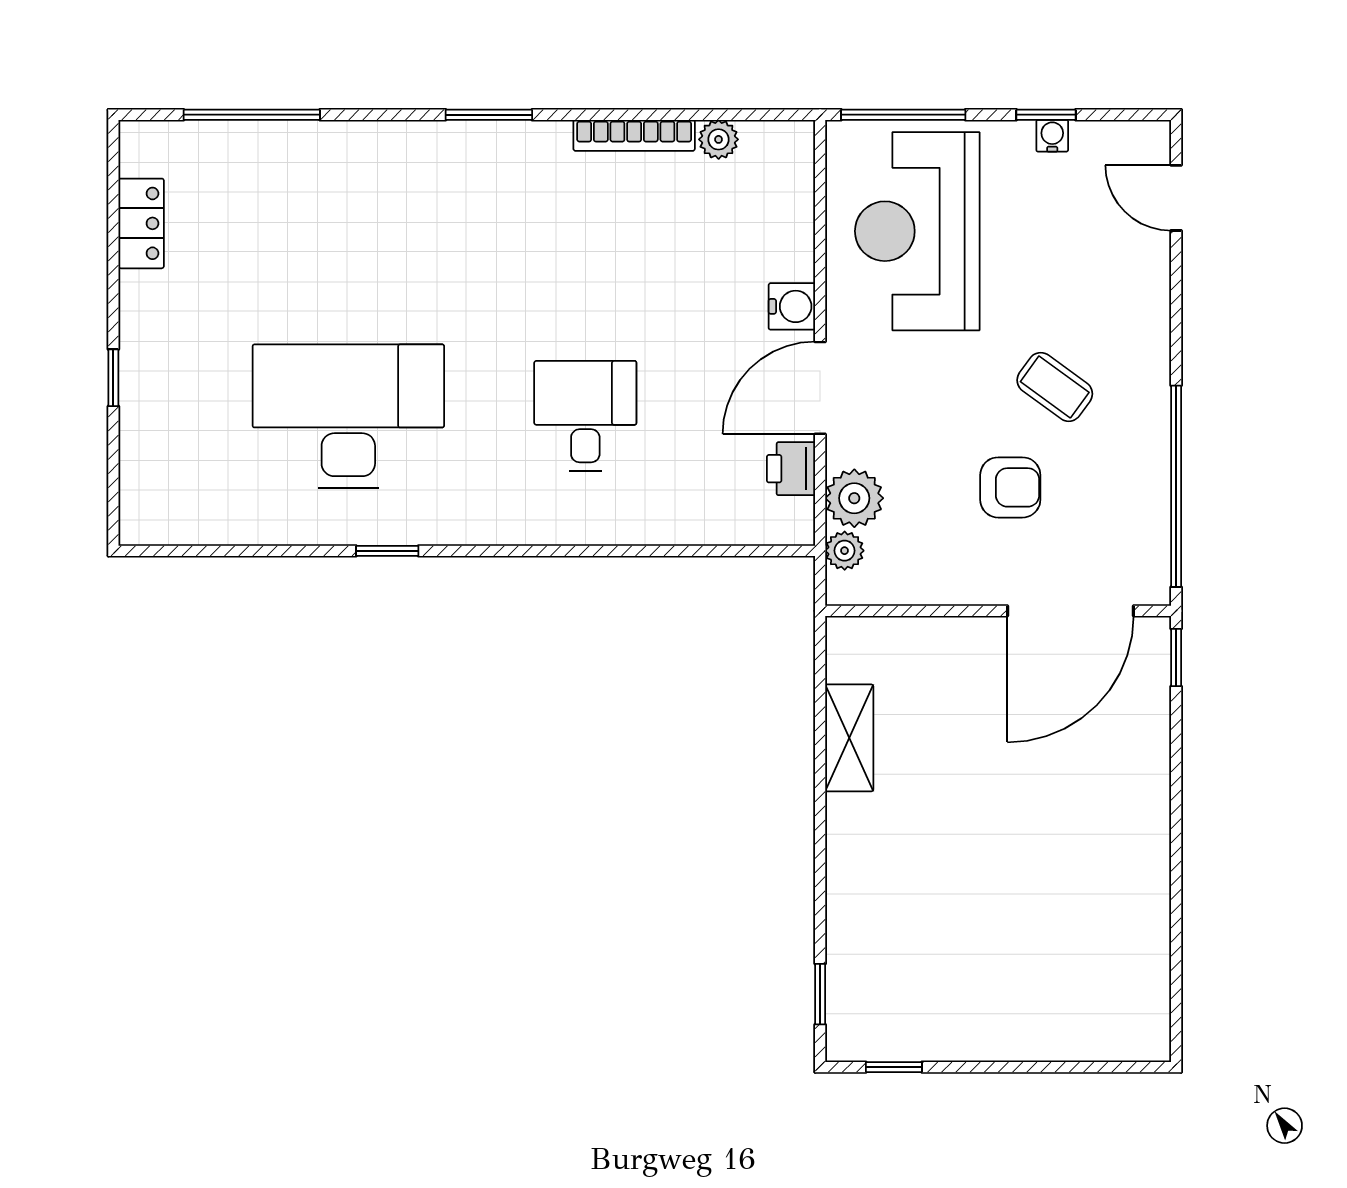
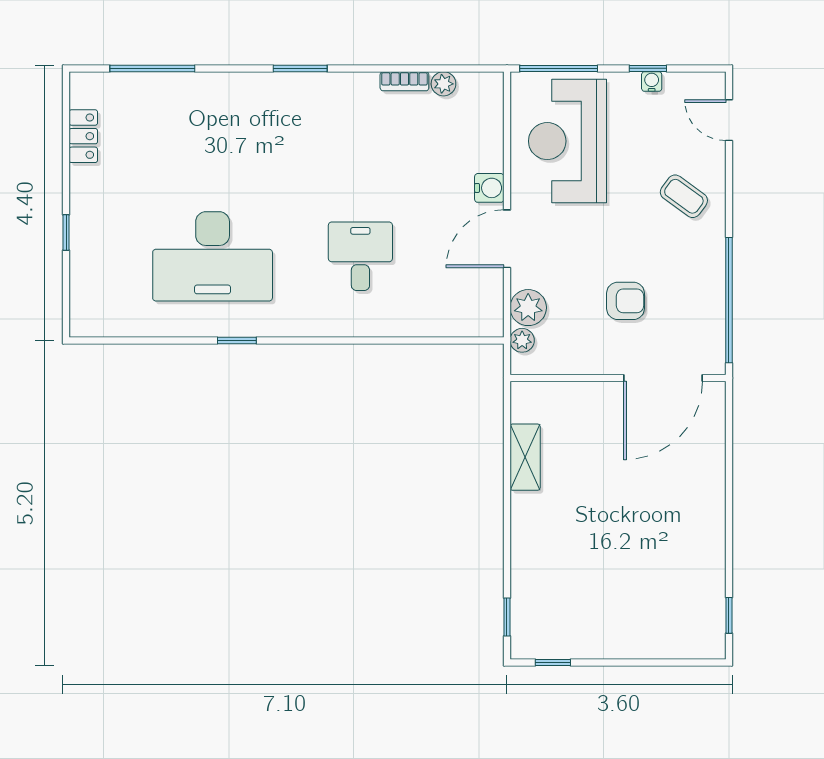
bookcase: (634, 135) -> (404, 81), width x0.64
coffee table: (1055, 387) -> (684, 196), moved
desk: (348, 416) -> (213, 256), turned 180
printer: (791, 469) -> (489, 289), removed
window: (1176, 657) -> (729, 615), moved

